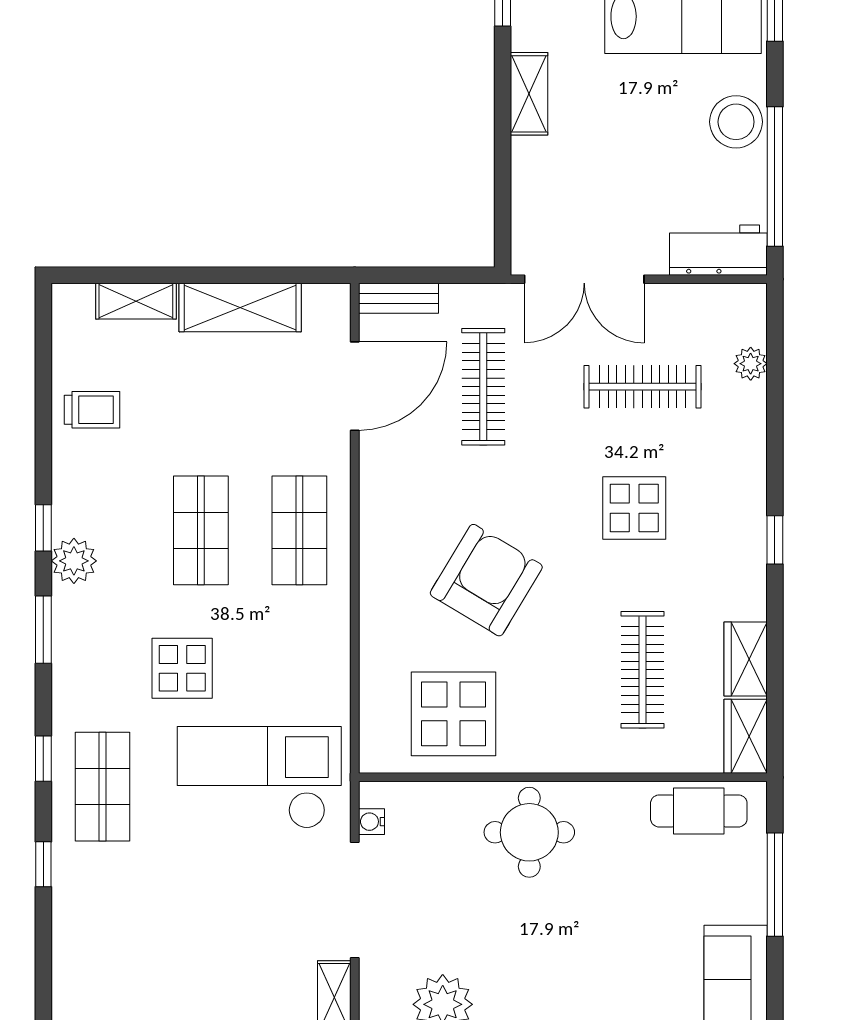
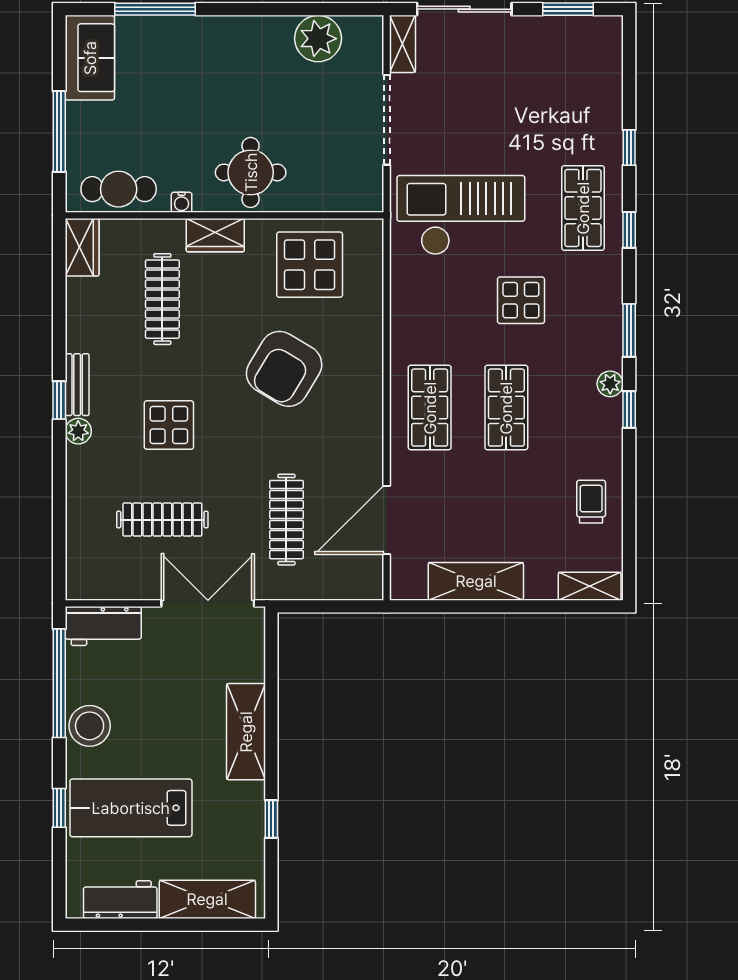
shelving: (529, 94) -> (246, 732), width x1.50, depth x1.33
bench: (398, 298) -> (77, 385), moved, turned 90
shelving: (136, 301) -> (590, 586), moved
plant: (751, 364) -> (78, 431), moved
trolley: (92, 410) -> (591, 502), turned 90
plant: (74, 561) -> (610, 384), width x0.73, depth x0.73
wardrobe: (746, 659) -> (215, 235), moved, turned 90
checkout: (259, 778) -> (461, 215), turned 180
water cooler: (372, 822) -> (182, 202), moved, turned 90

